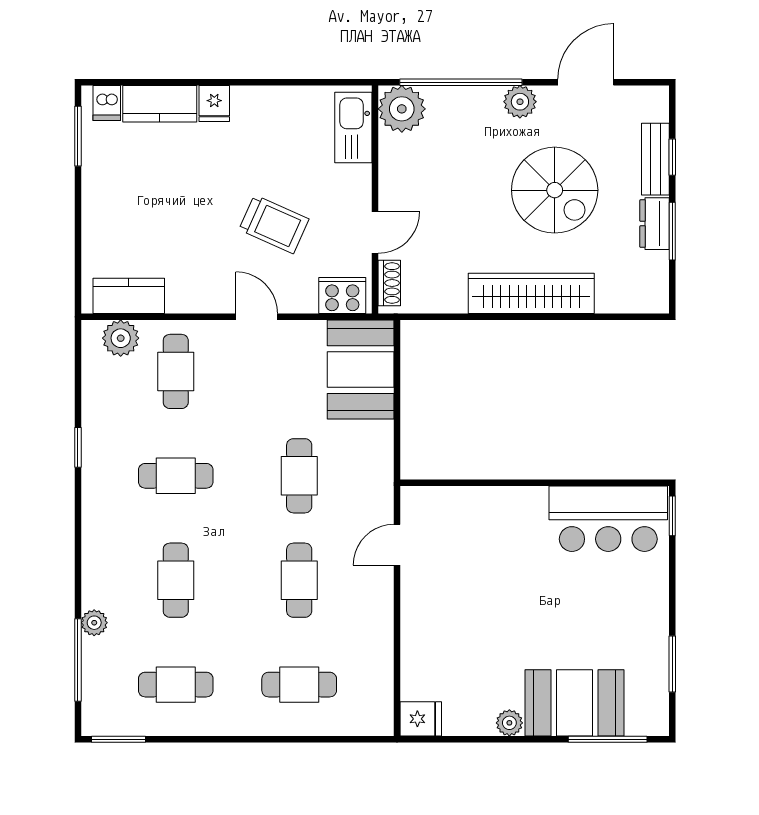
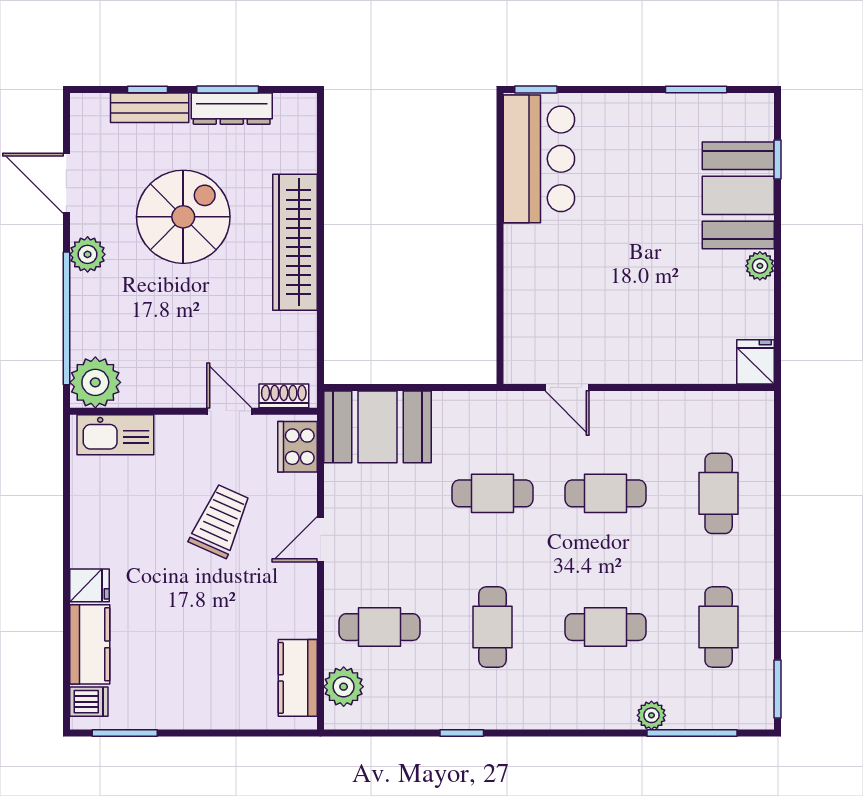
dresser: (655, 224) -> (232, 109), width x1.44
window: (608, 739) -> (778, 160), width x0.46

